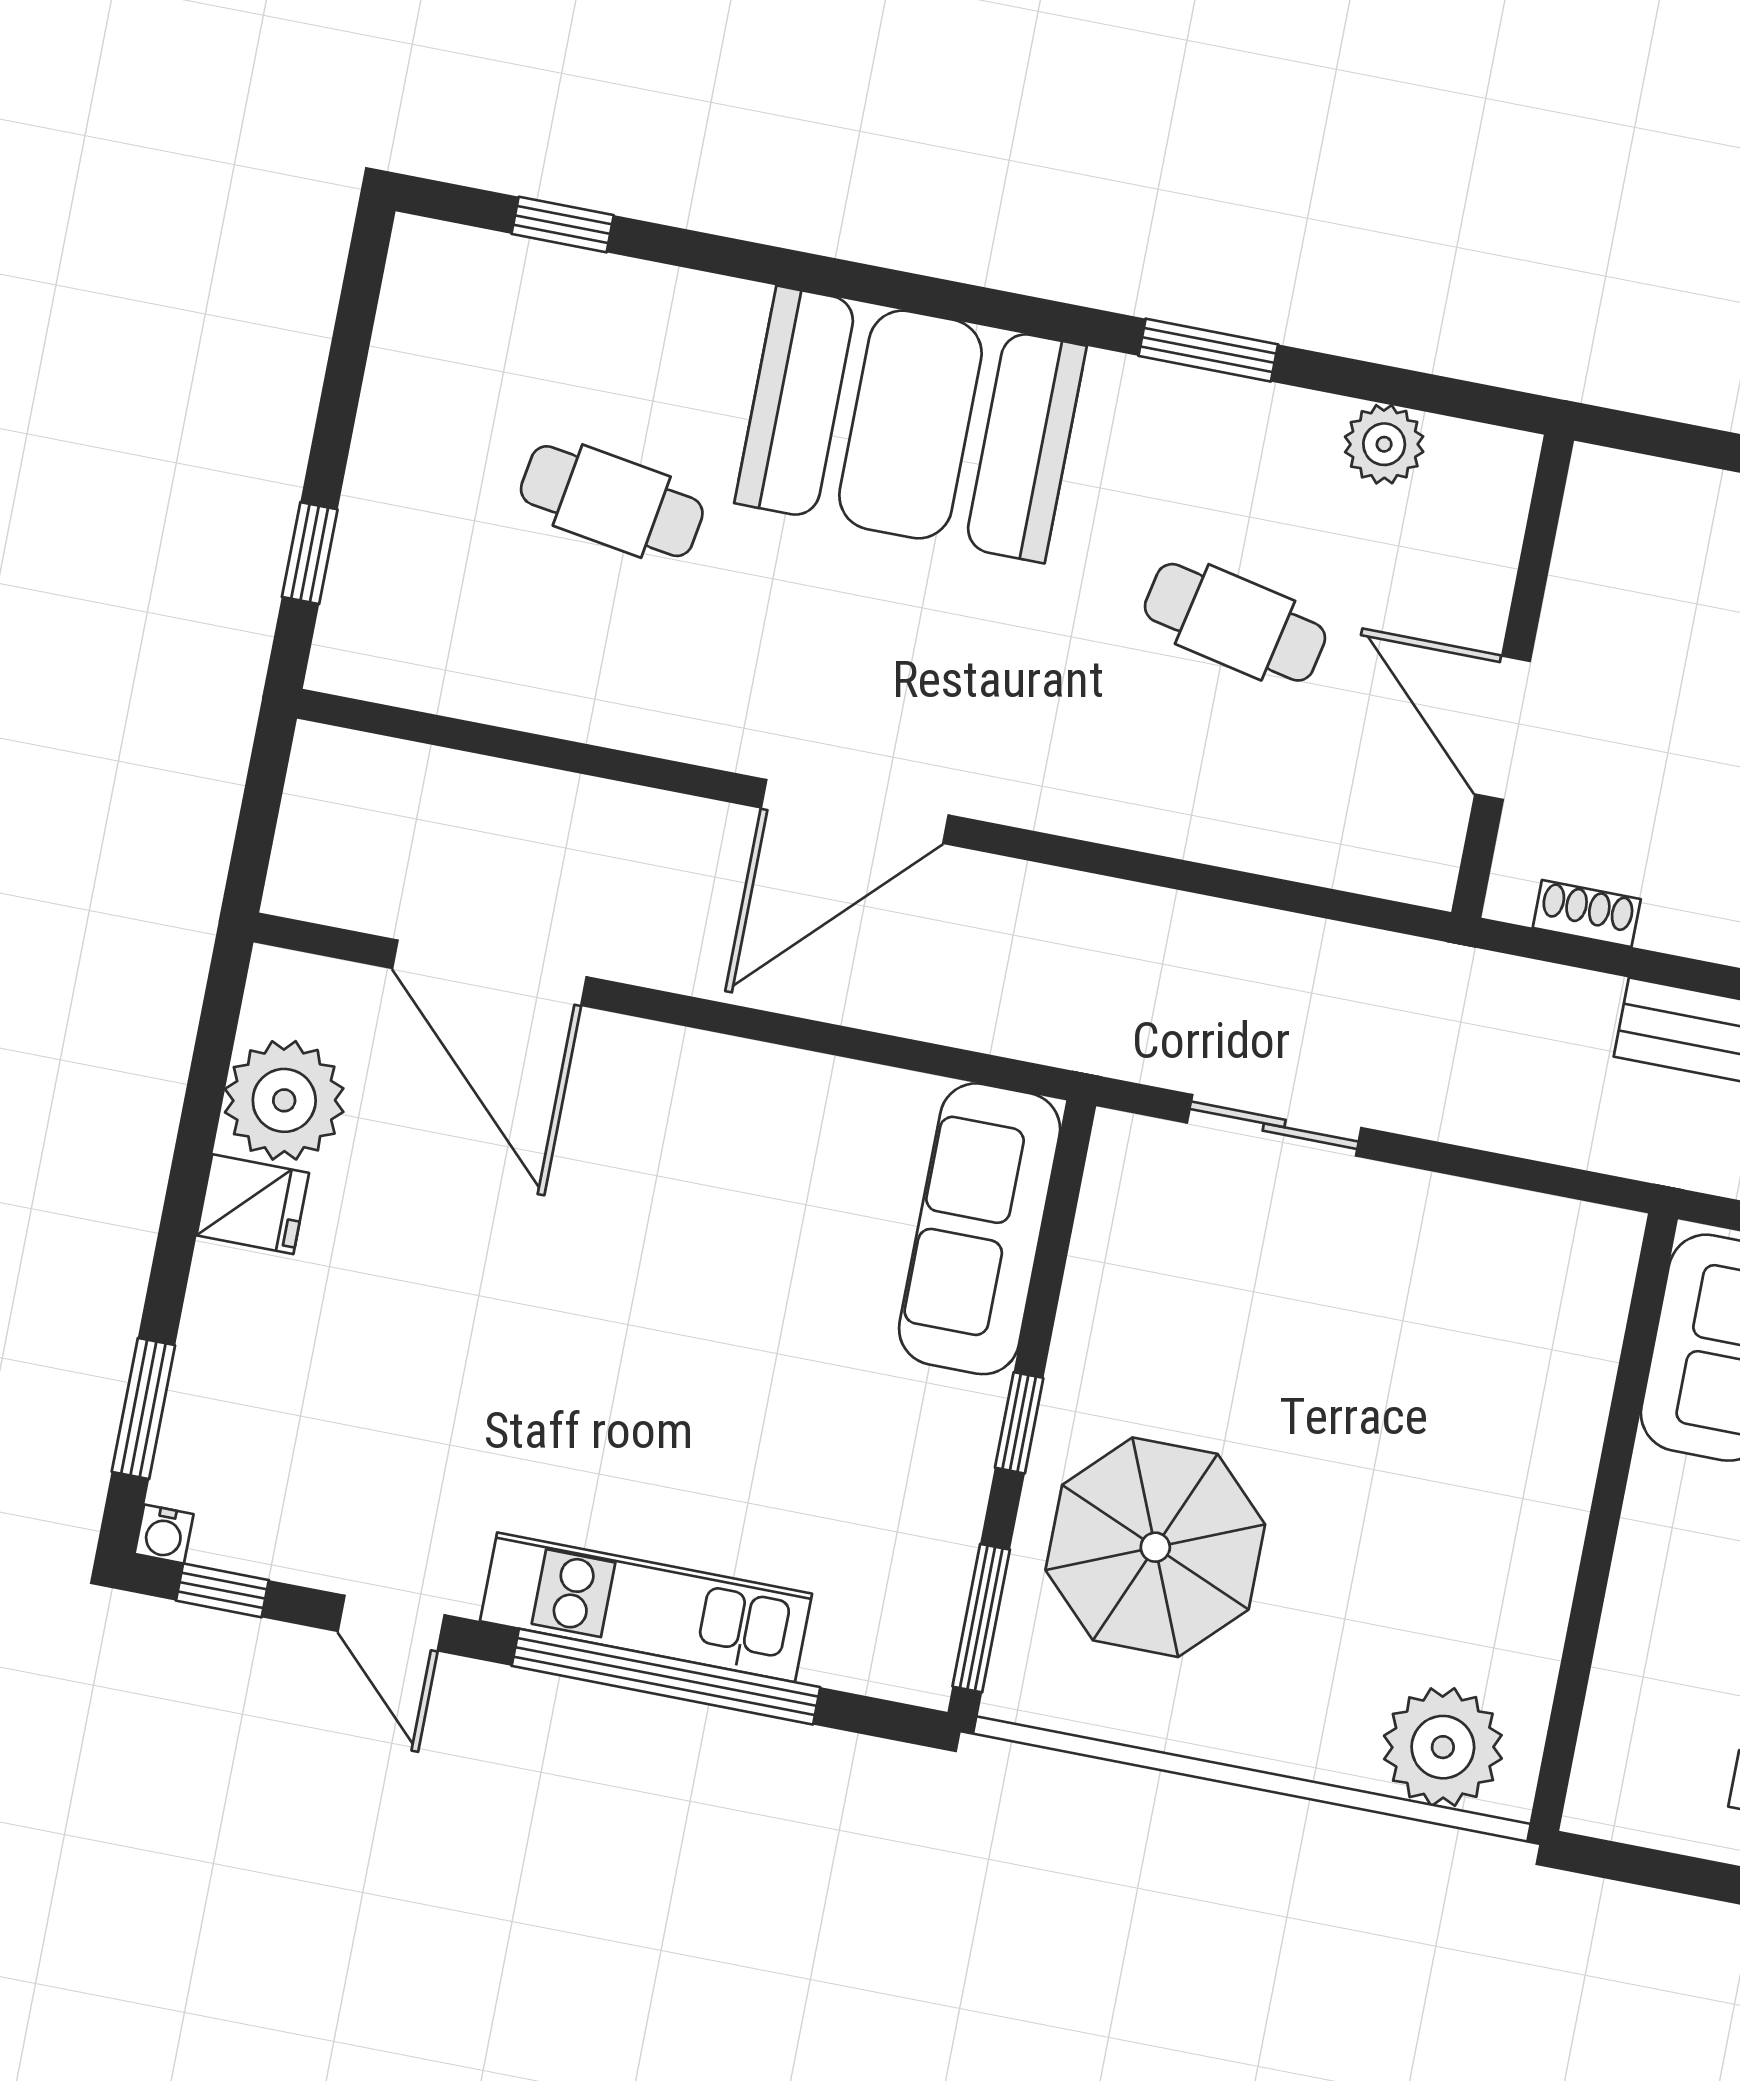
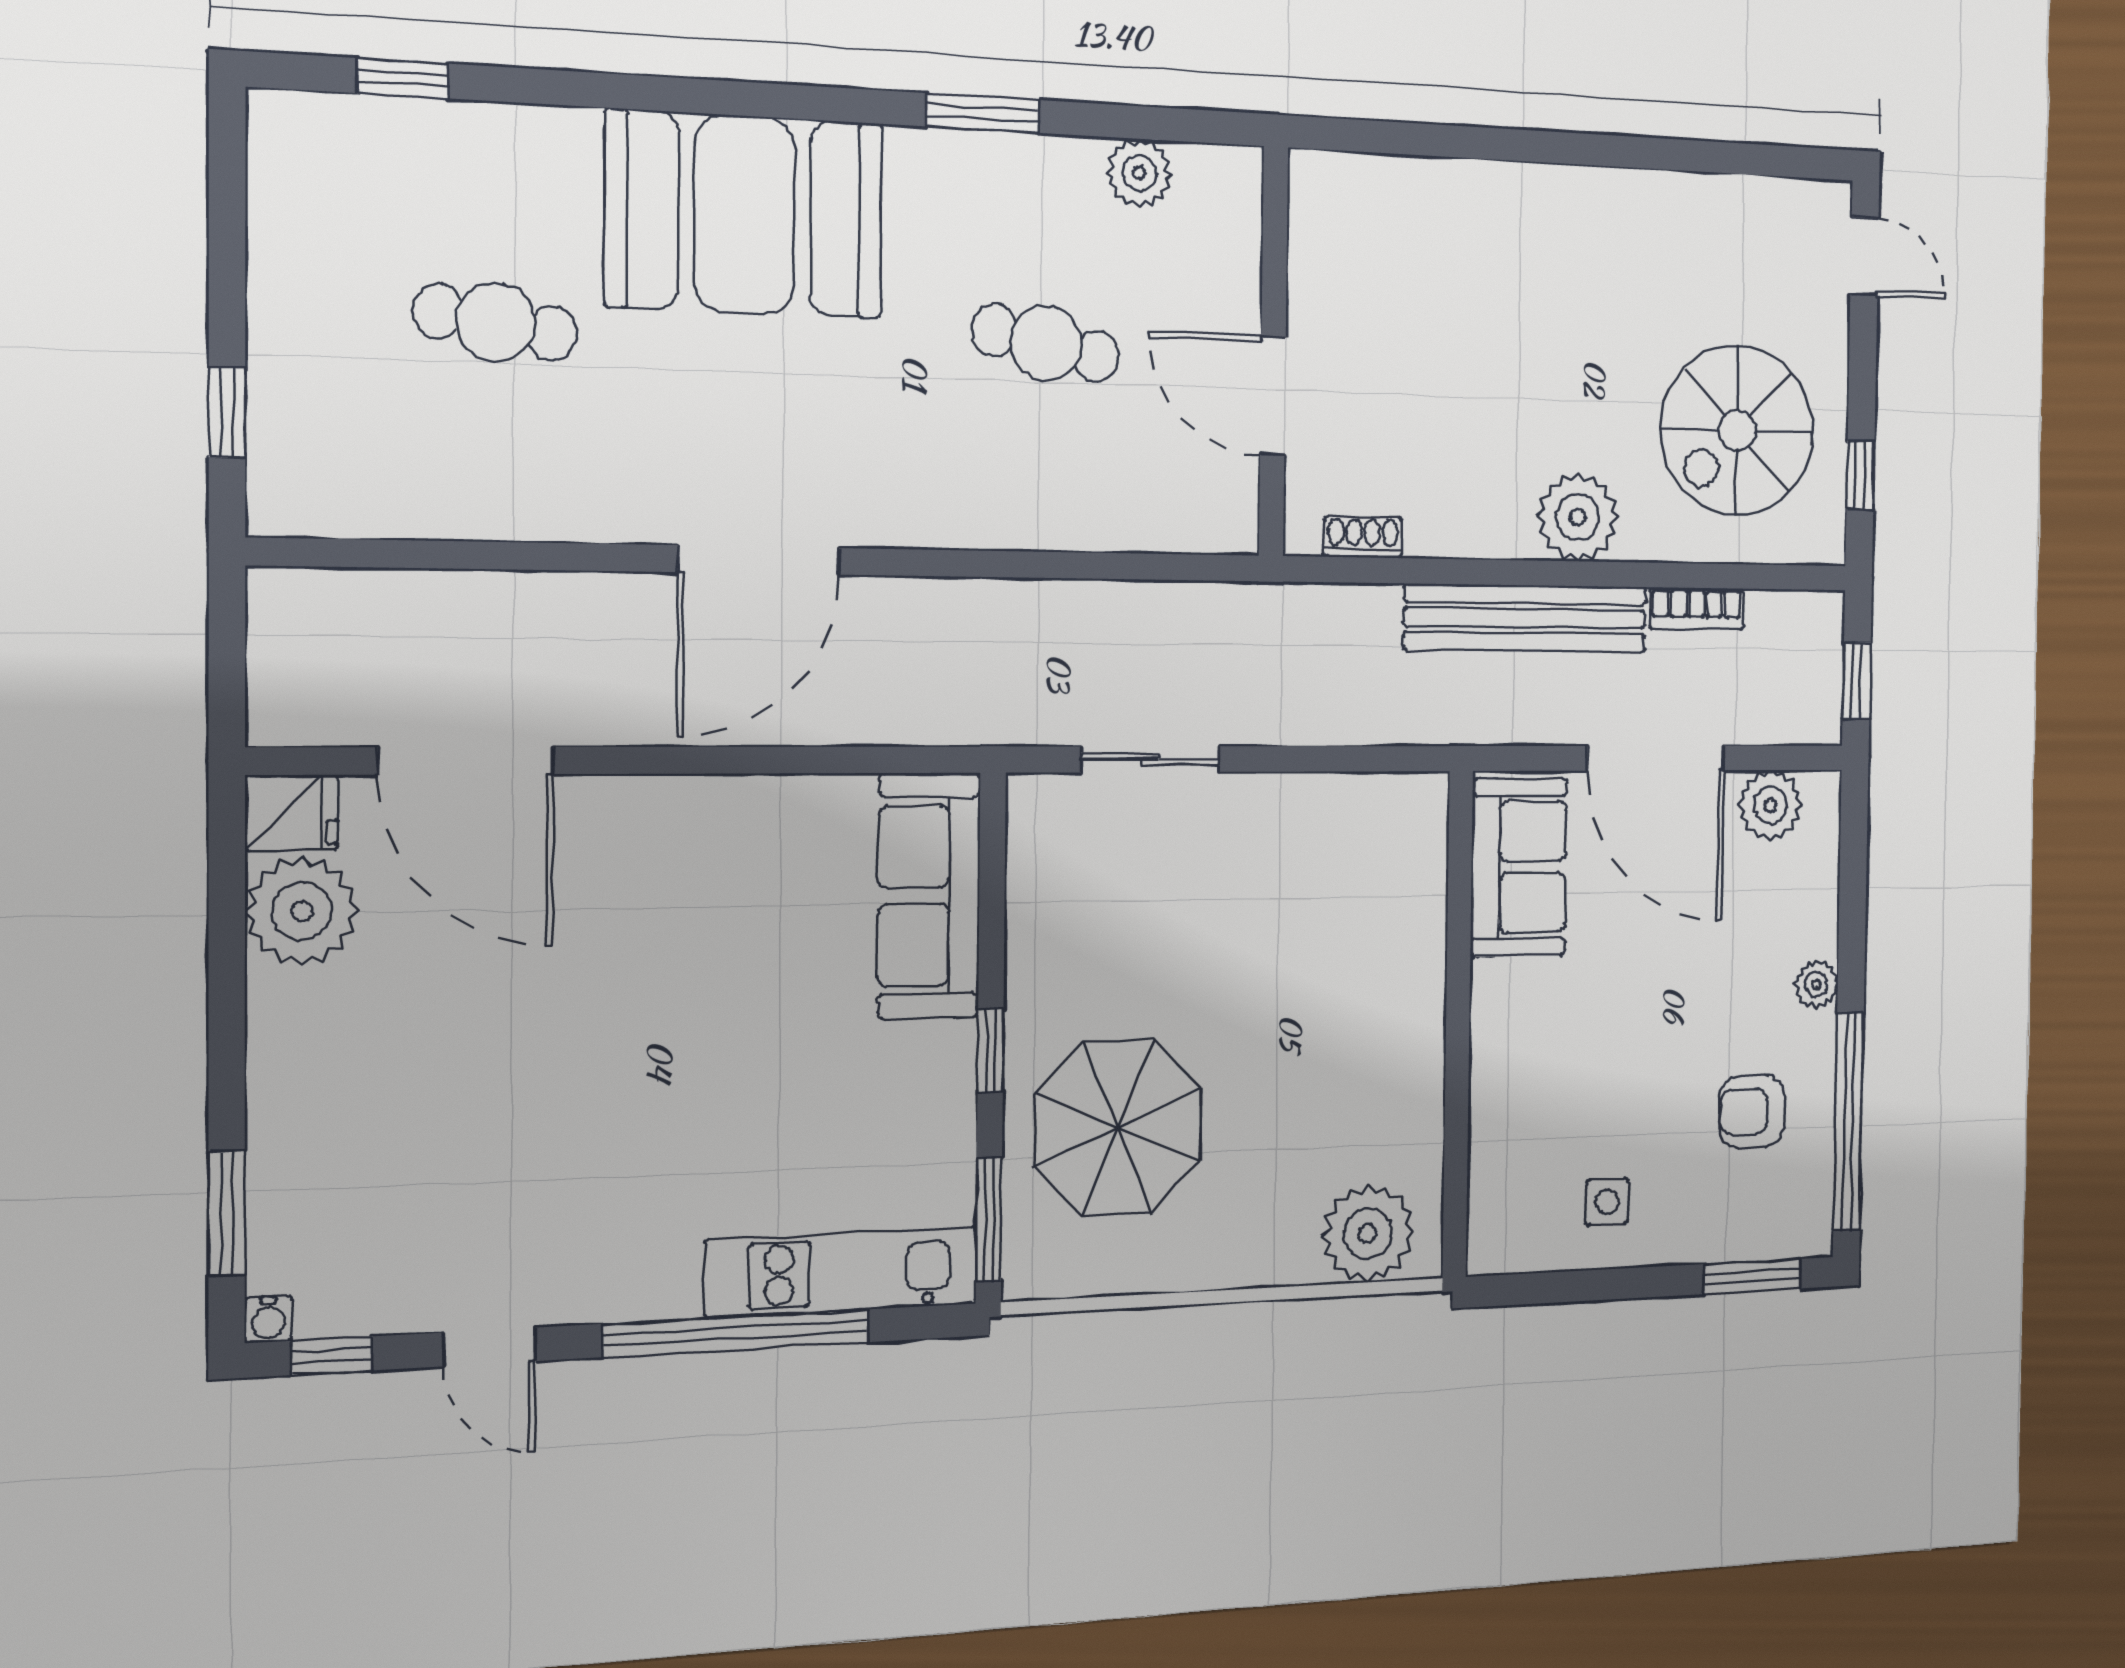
fridge: (253, 1204) -> (292, 813), moved
kitchen unit: (646, 1607) -> (842, 1272), moved

